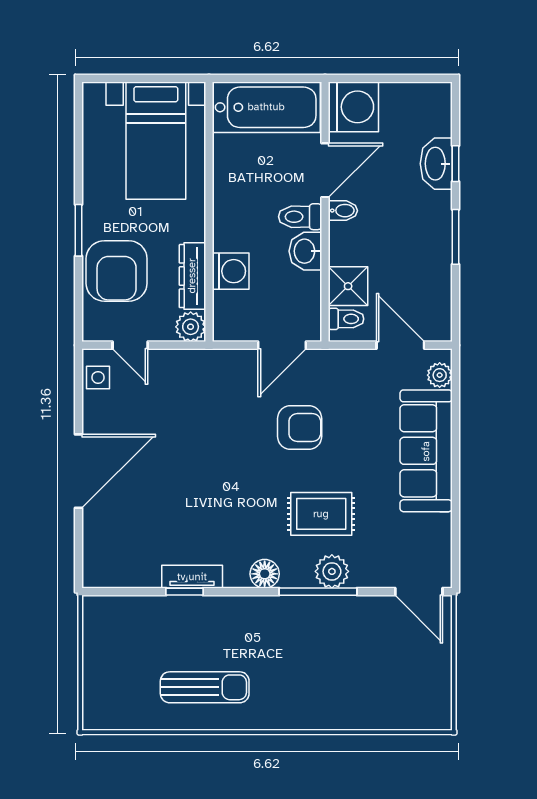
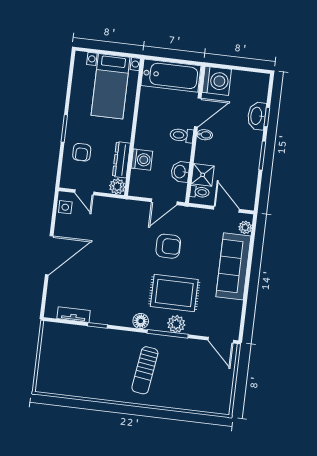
washbasin: (305, 251) -> (180, 172), moved
armchair: (117, 271) -> (82, 152), width x0.53, depth x0.53
rug: (321, 514) -> (174, 293), width x1.36, depth x1.43
tv unit: (192, 577) -> (74, 315), moved
sun lounger: (205, 687) -> (145, 370), moved, turned 98

